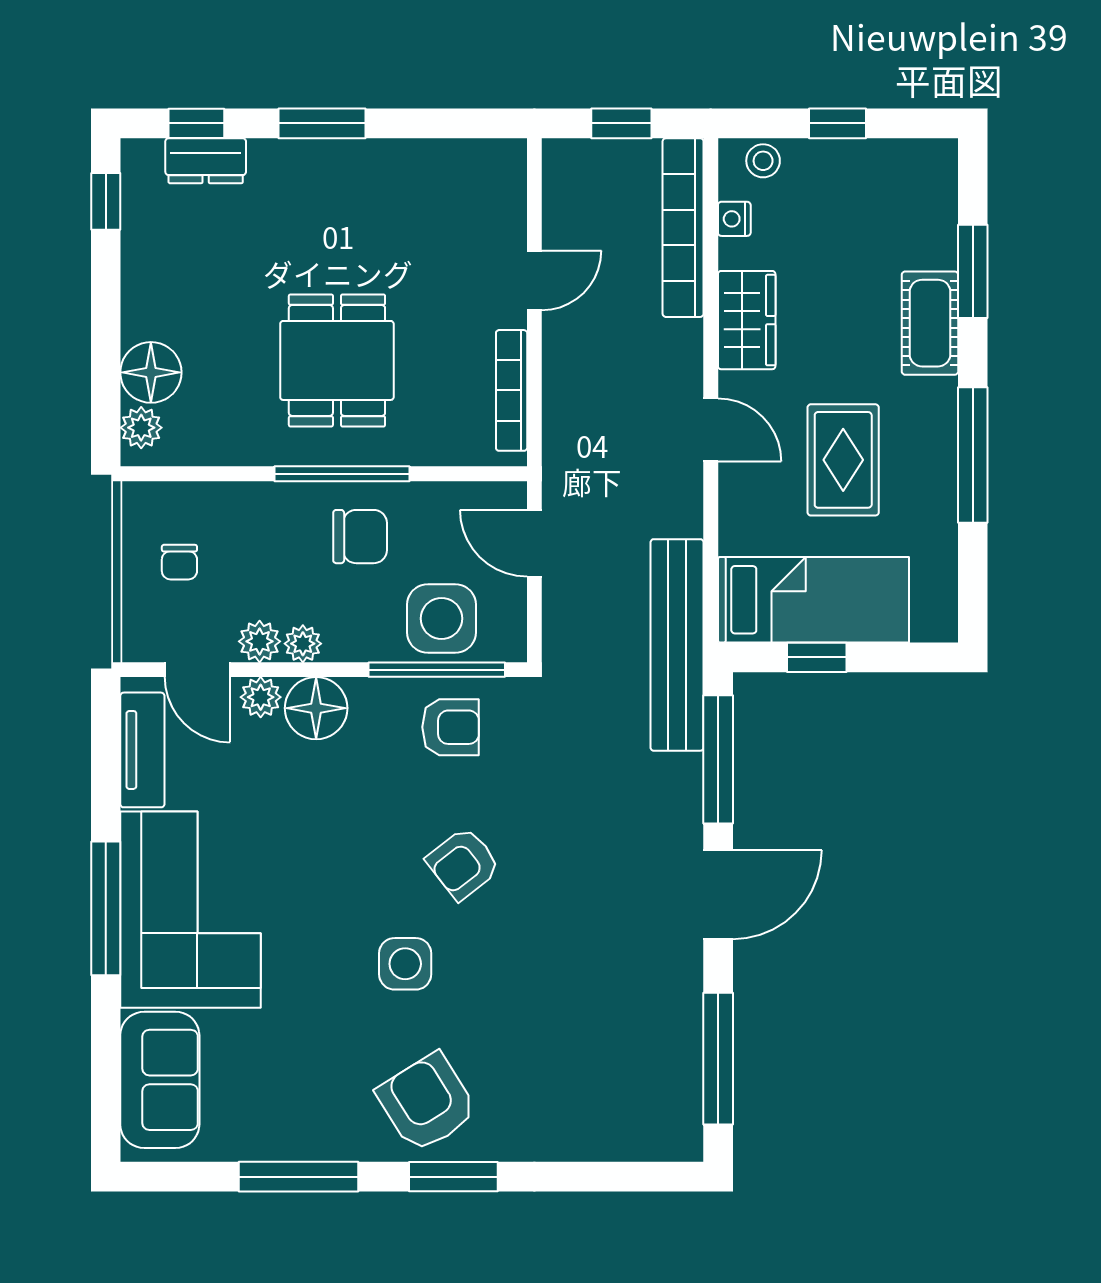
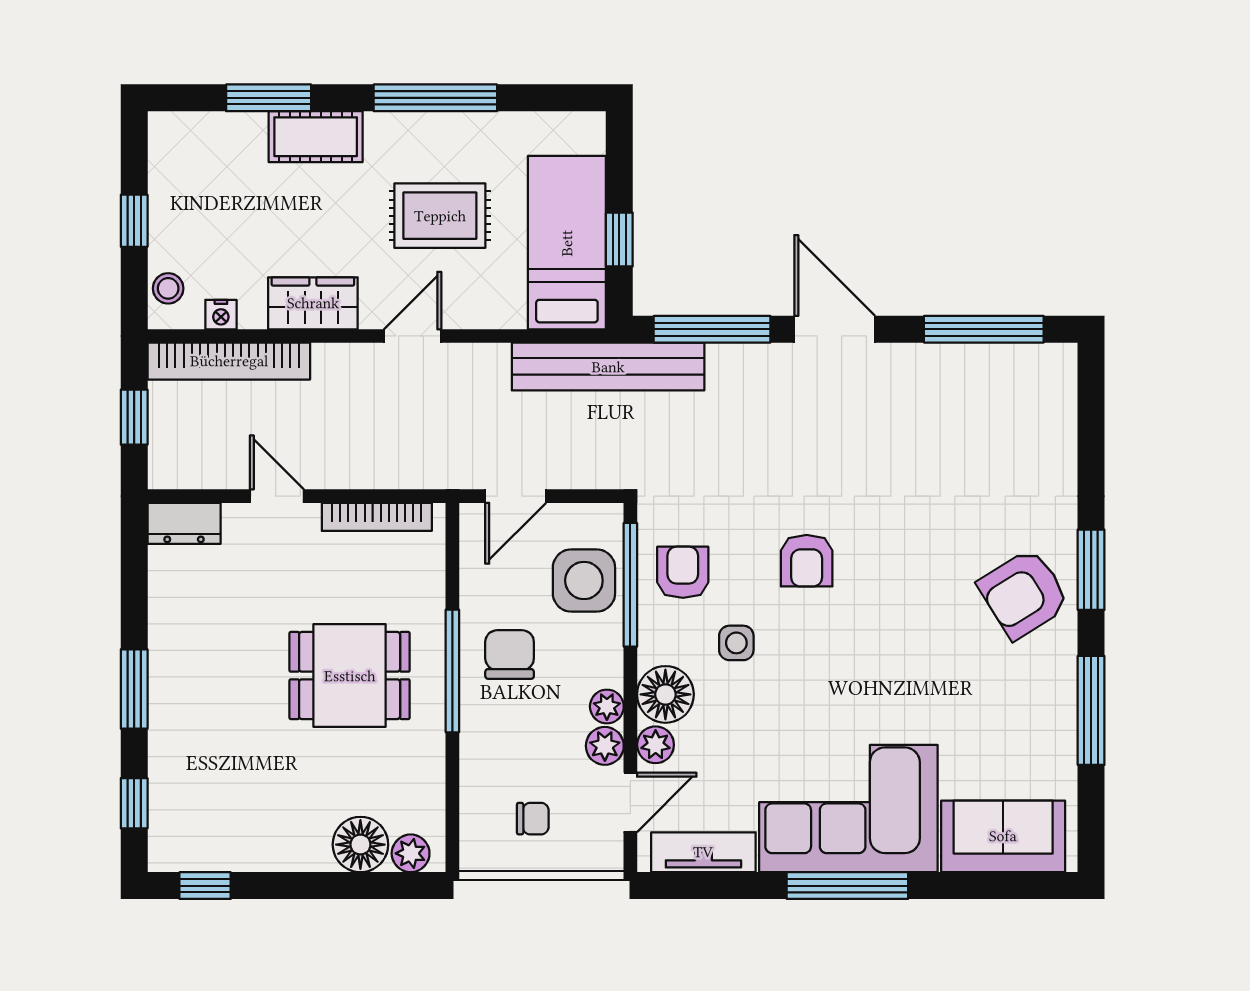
dresser: (206, 161) -> (184, 523), moved, turned 90
armchair: (463, 864) -> (807, 561), turned 38
side table: (405, 964) -> (736, 643), moved, width x0.73, depth x0.73

